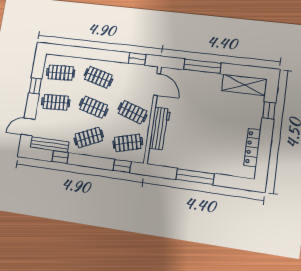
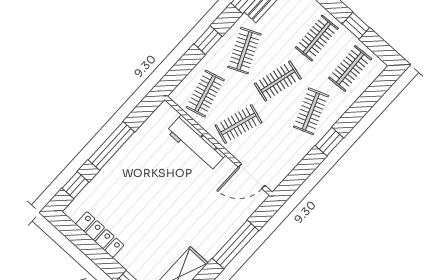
window: (137, 59) -> (329, 142), moved
clothes rail: (98, 77) -> (311, 111), turned -36
window: (122, 166) -> (208, 40), moved
window: (233, 182) -> (75, 185), added

